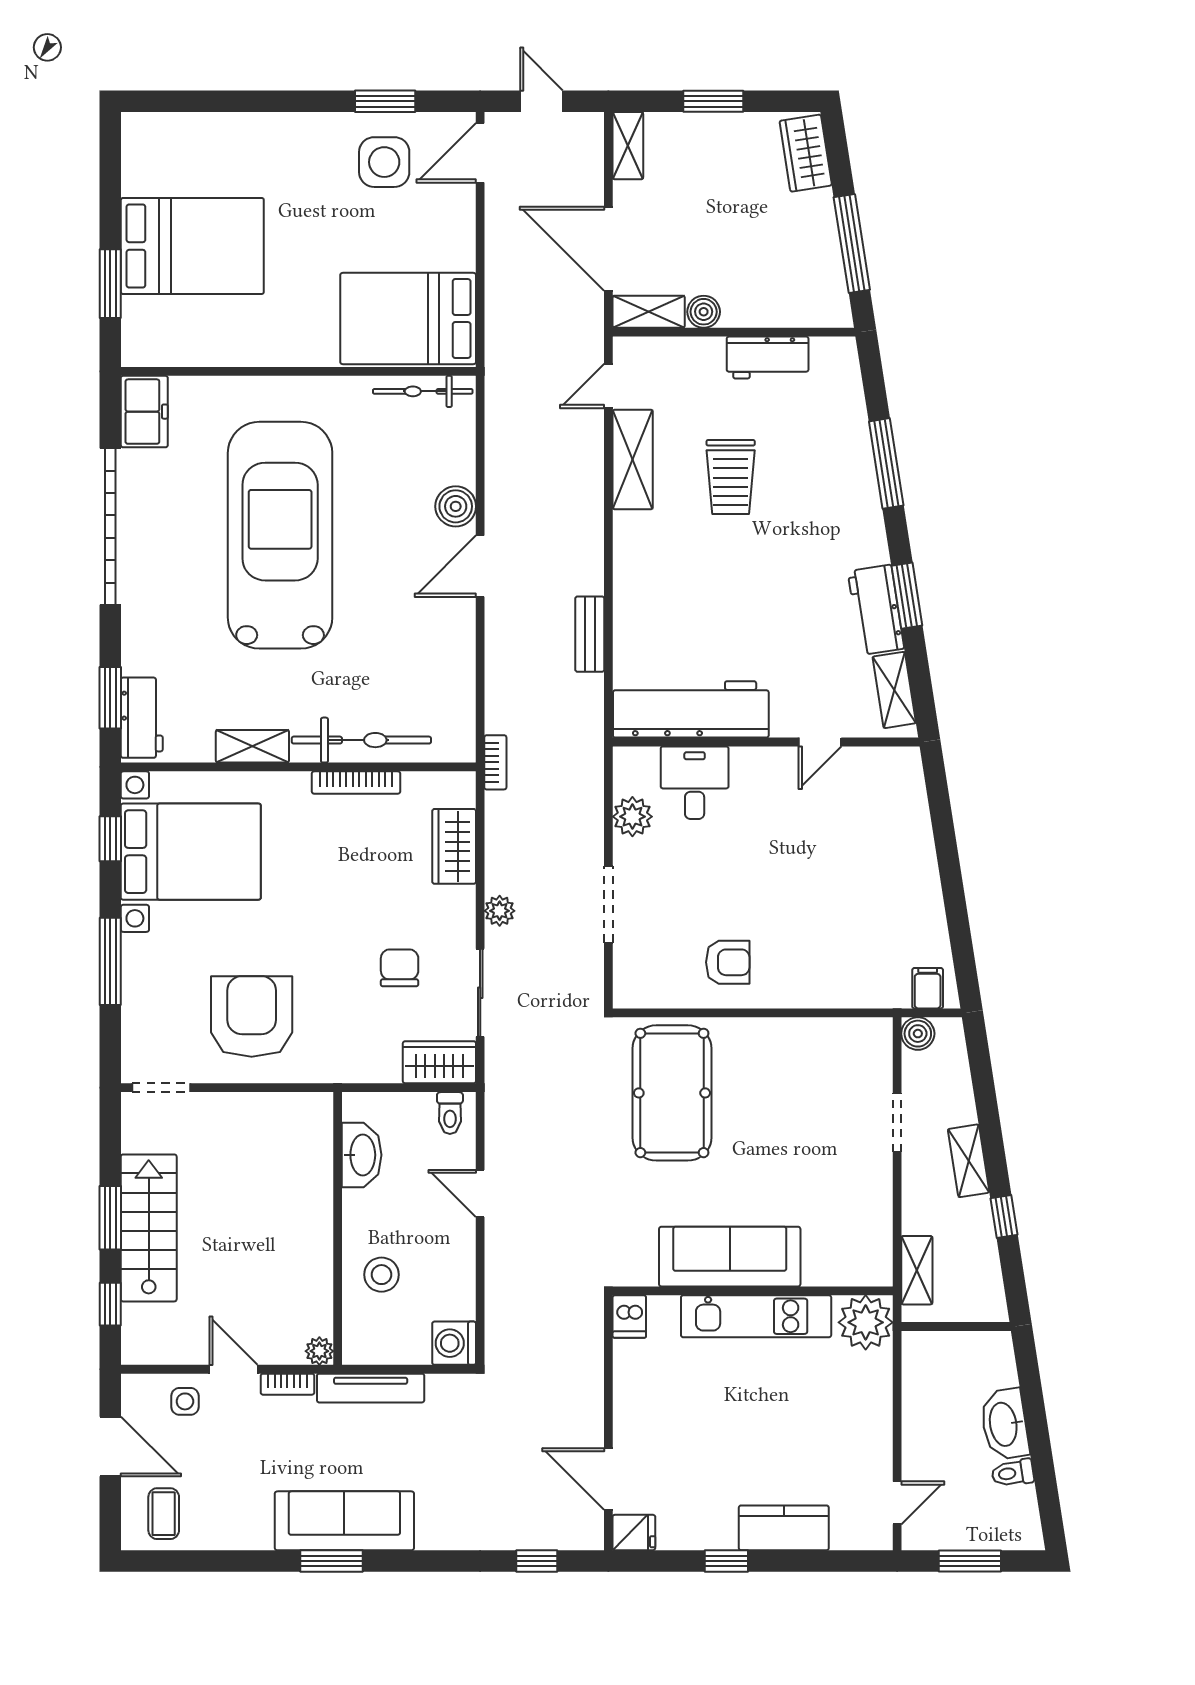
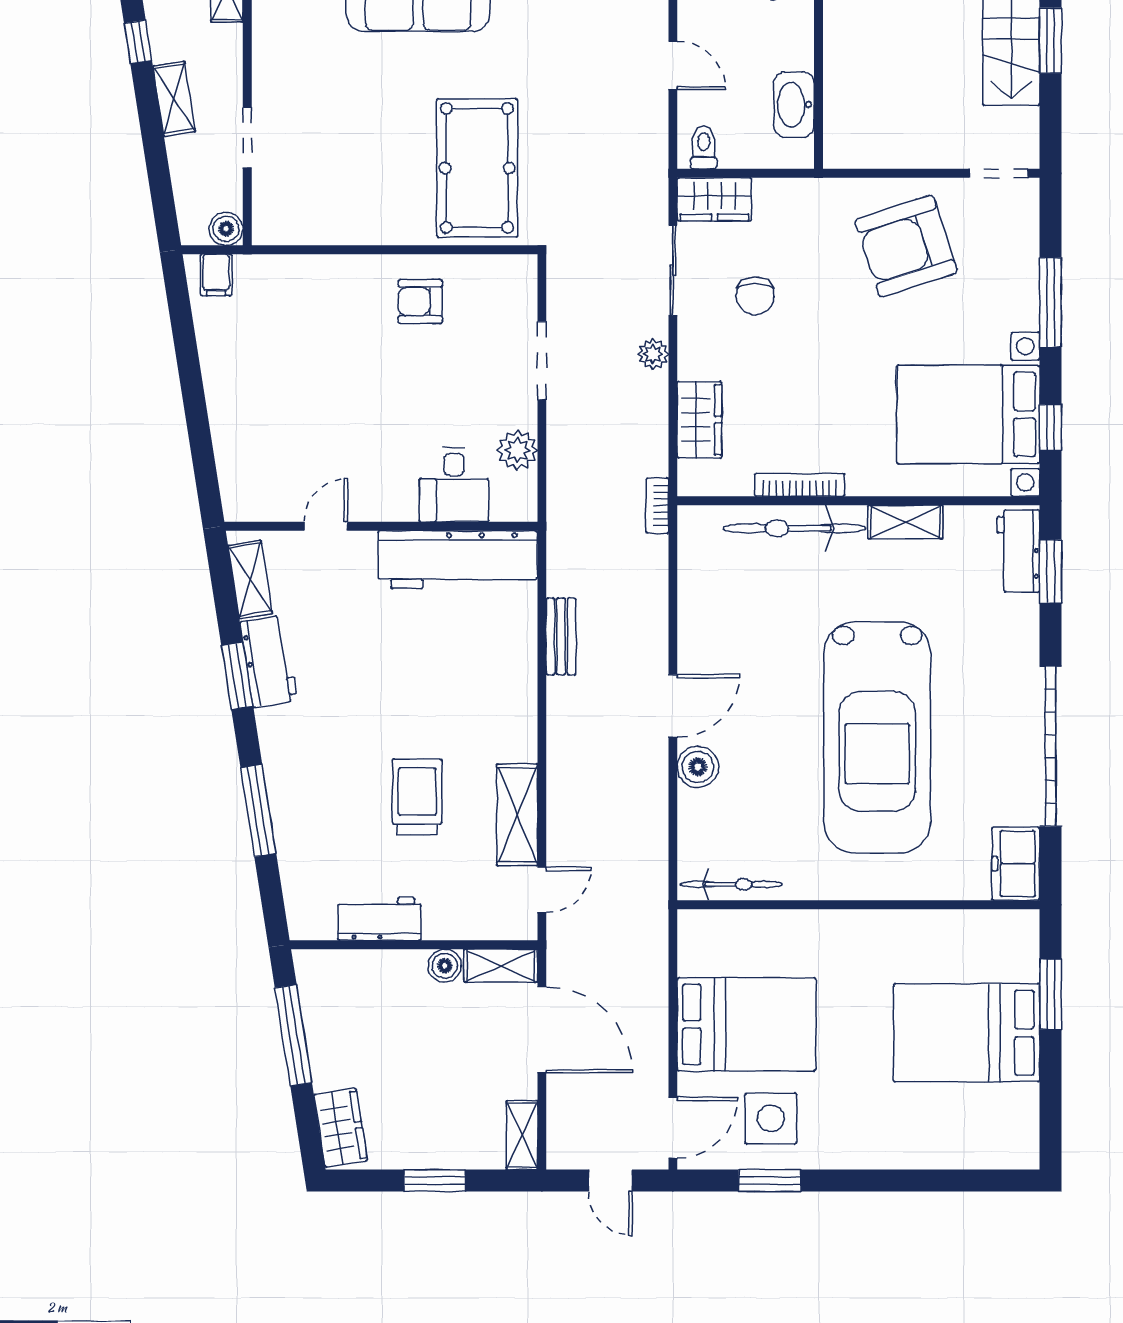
bed: (408, 319) -> (746, 1024), moved
armchair: (252, 1016) -> (906, 246), turned 72

